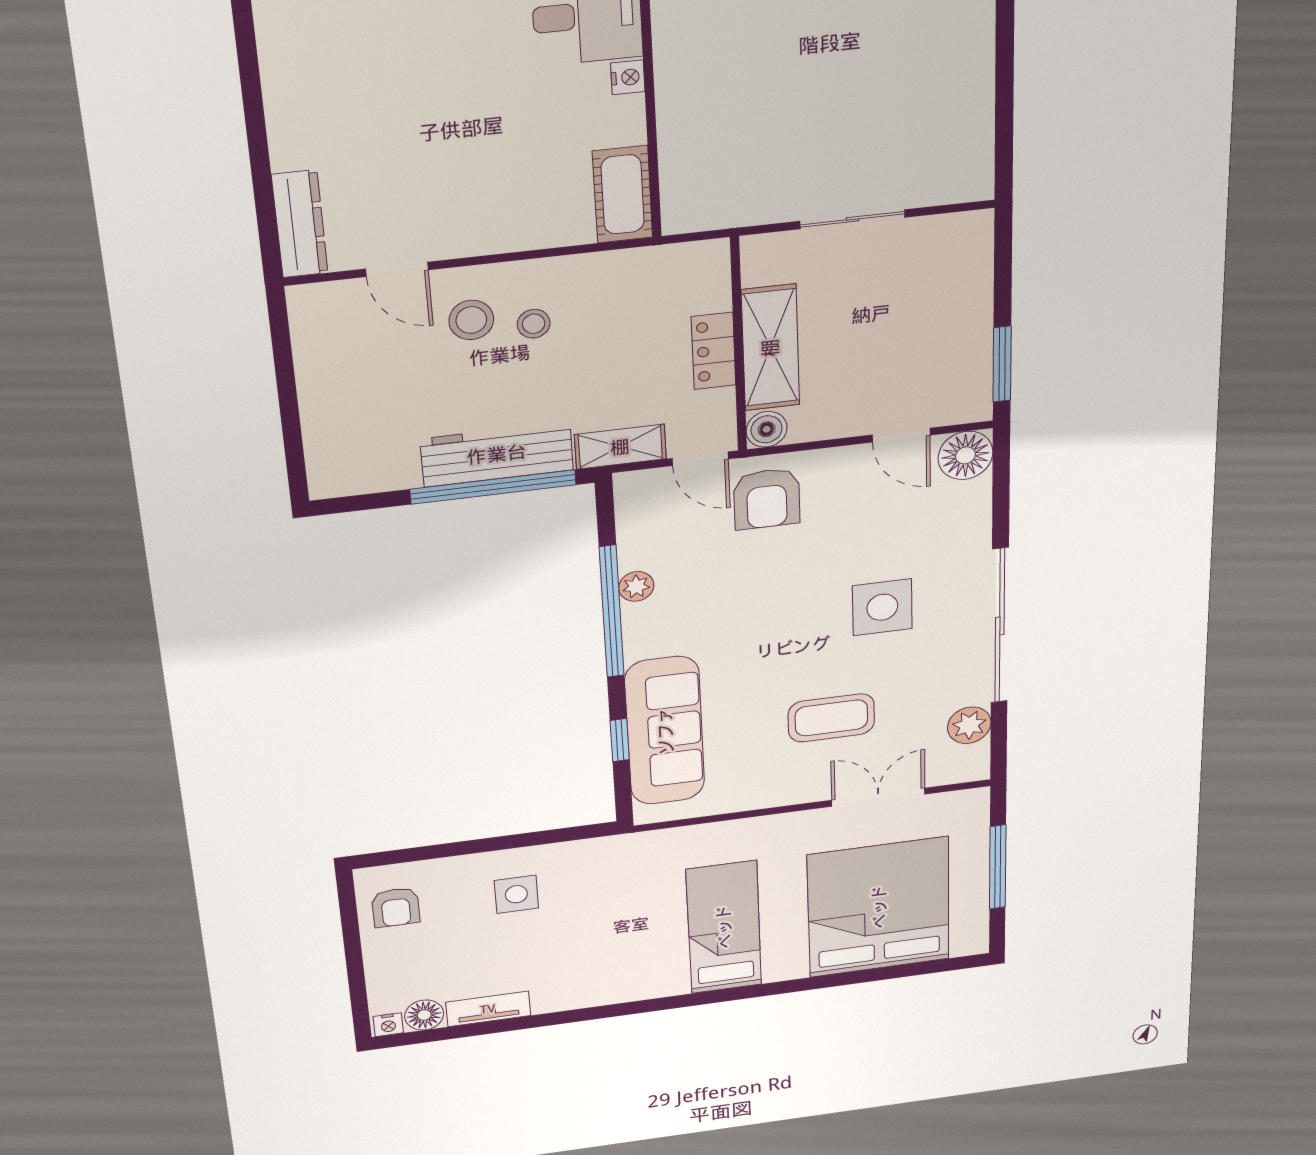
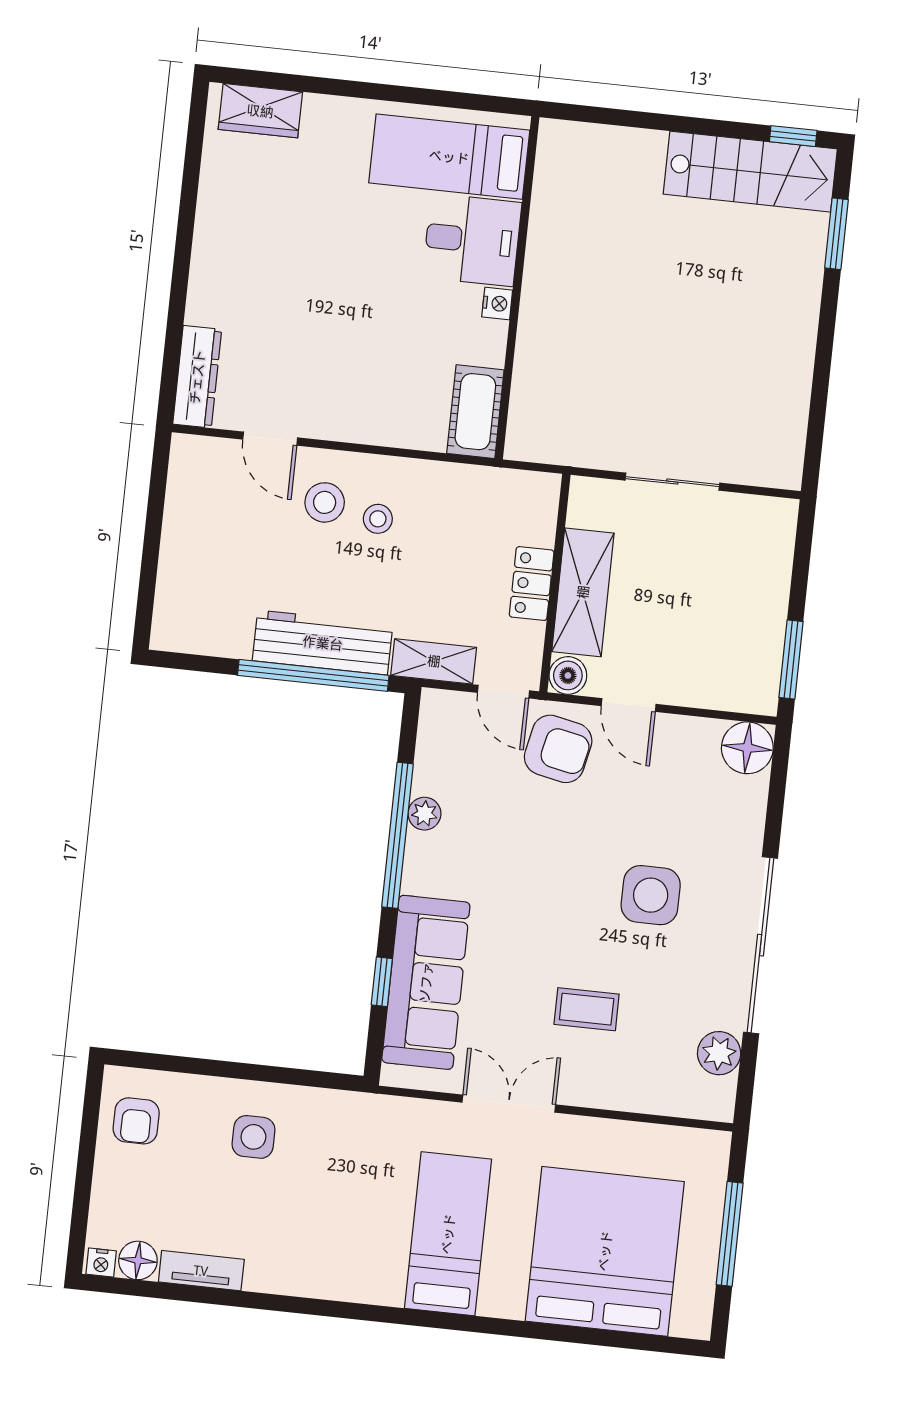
door: (901, 435) -> (629, 705), moved
armchair: (767, 499) -> (558, 749), turned -78
coffee table: (831, 718) -> (587, 1009), width x0.73, depth x0.77
double door: (878, 797) -> (509, 1104), moved

